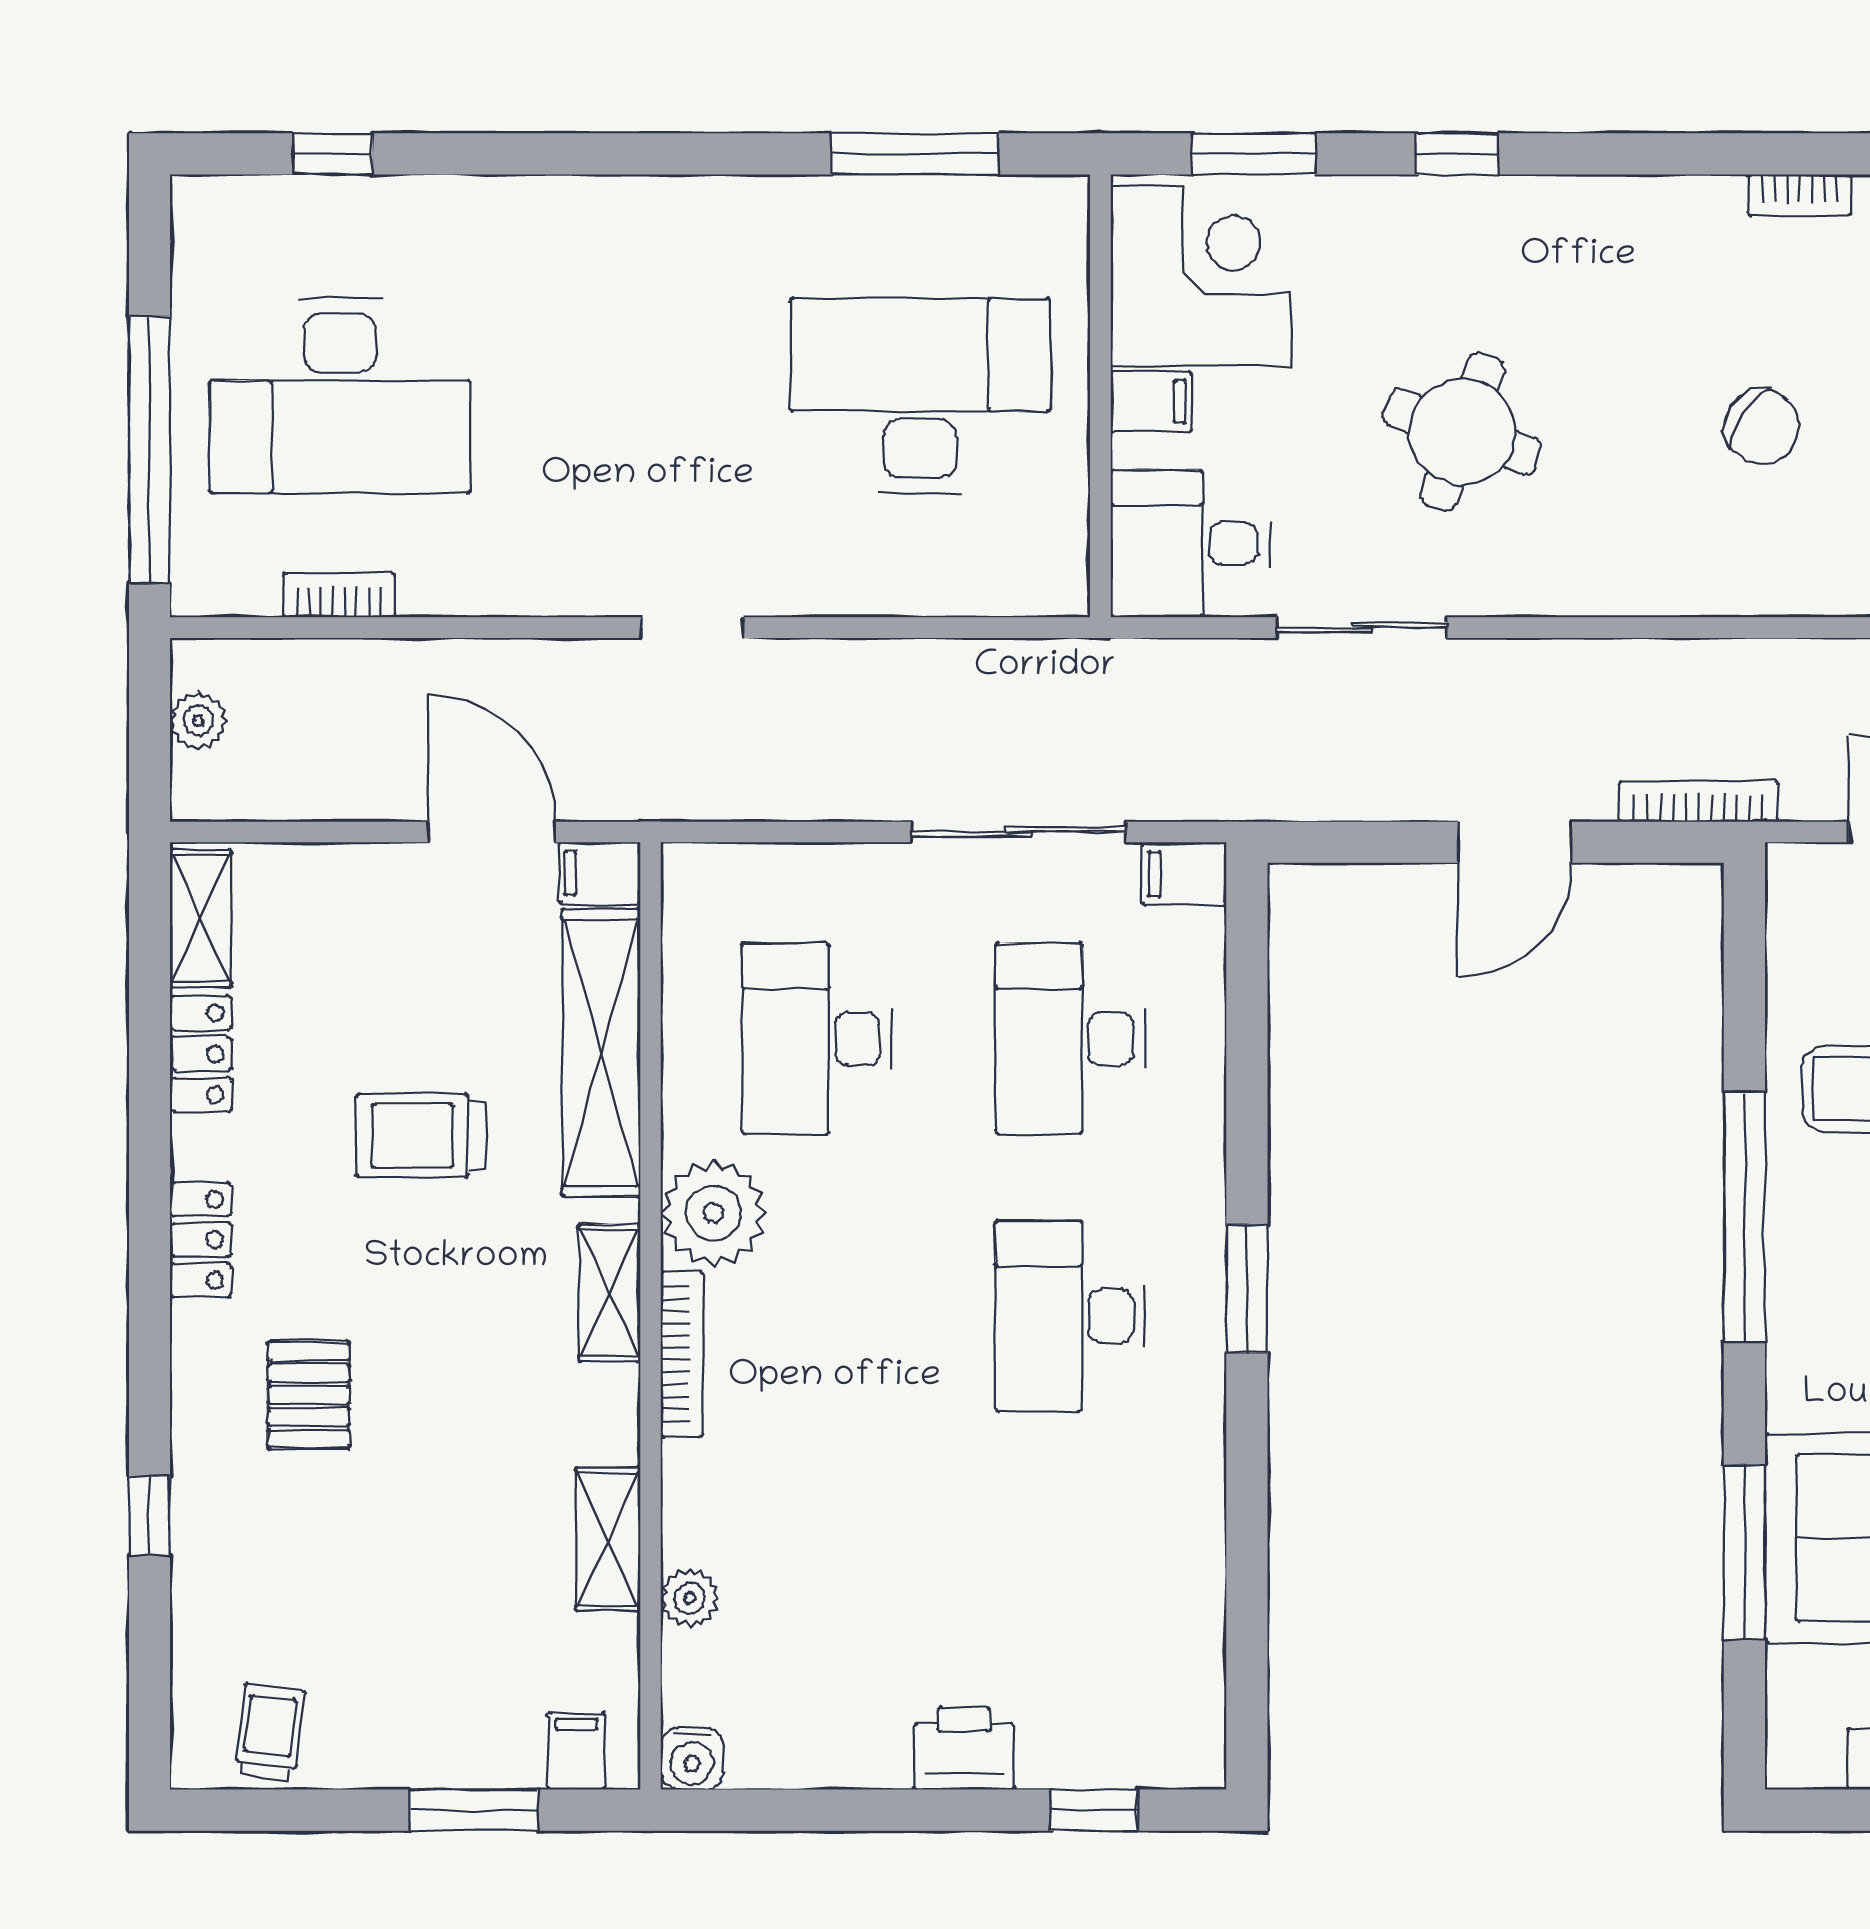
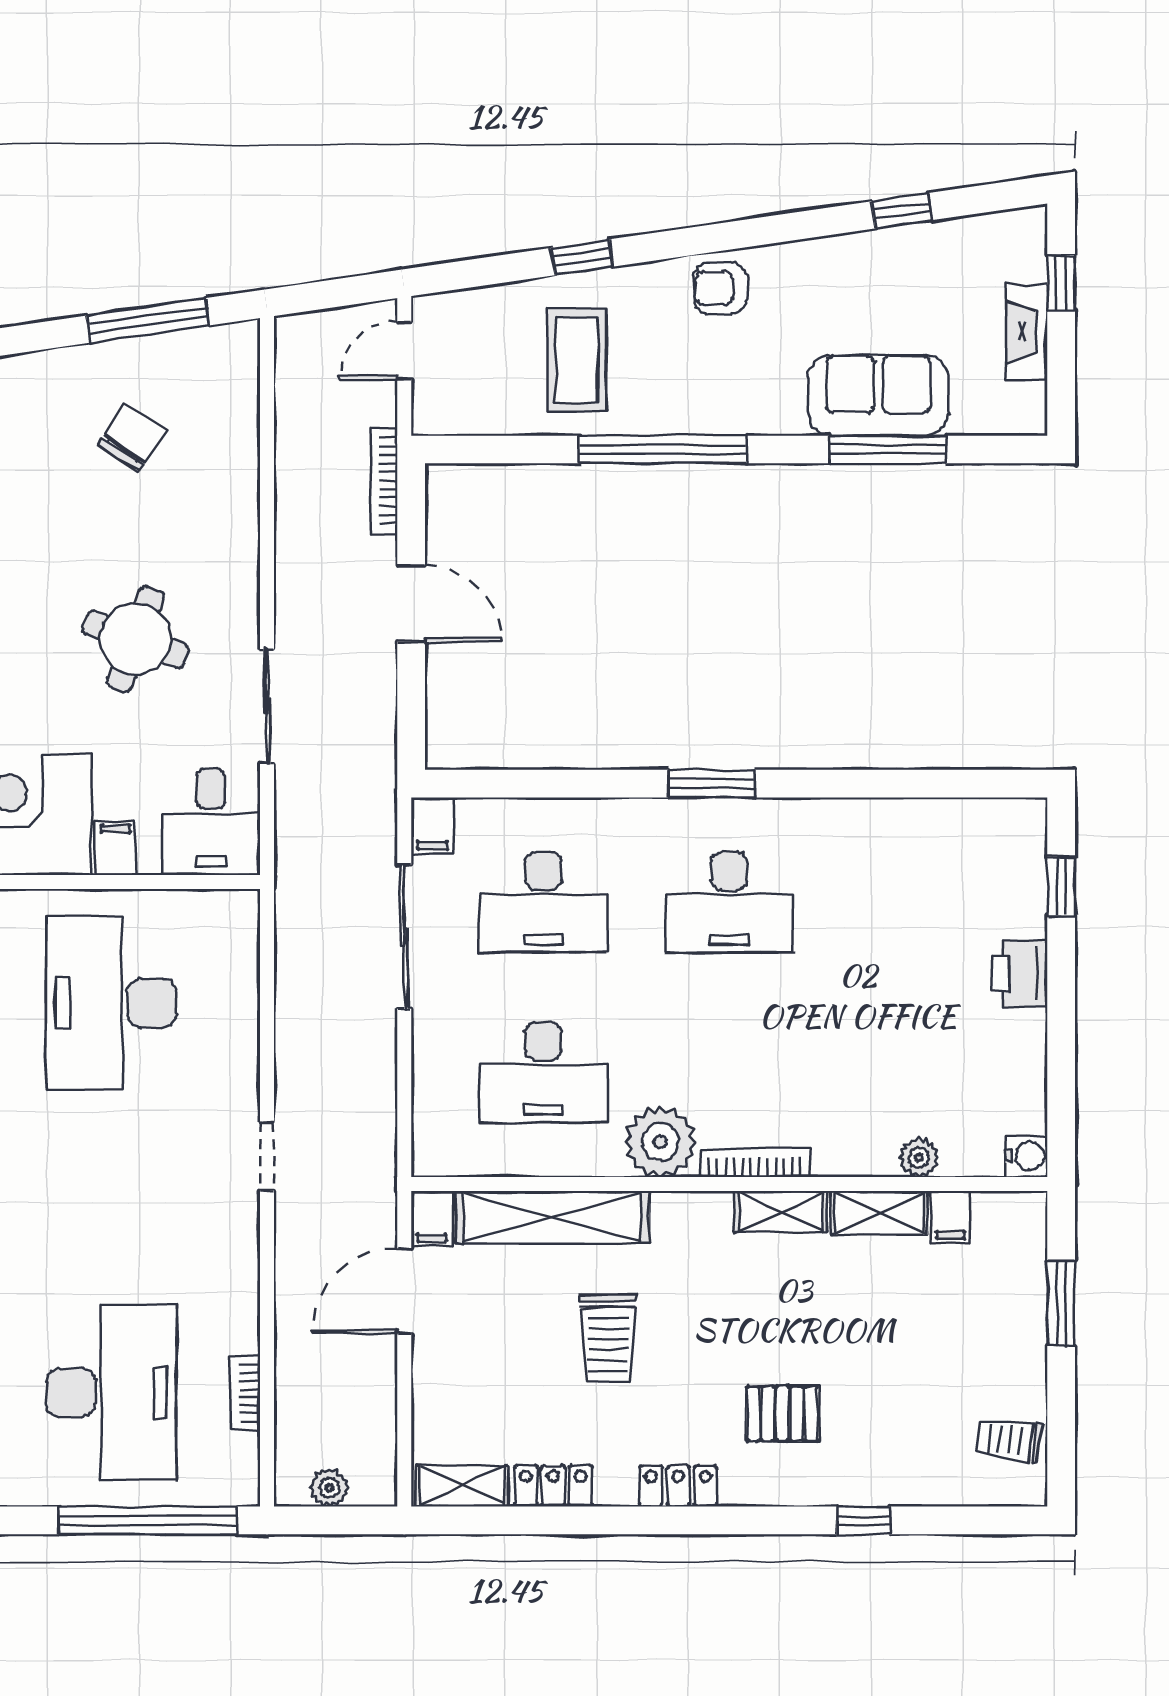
shelving: (609, 1293) -> (781, 1212), moved
filing cabinet: (576, 1751) -> (950, 1217), moved, turned -90

